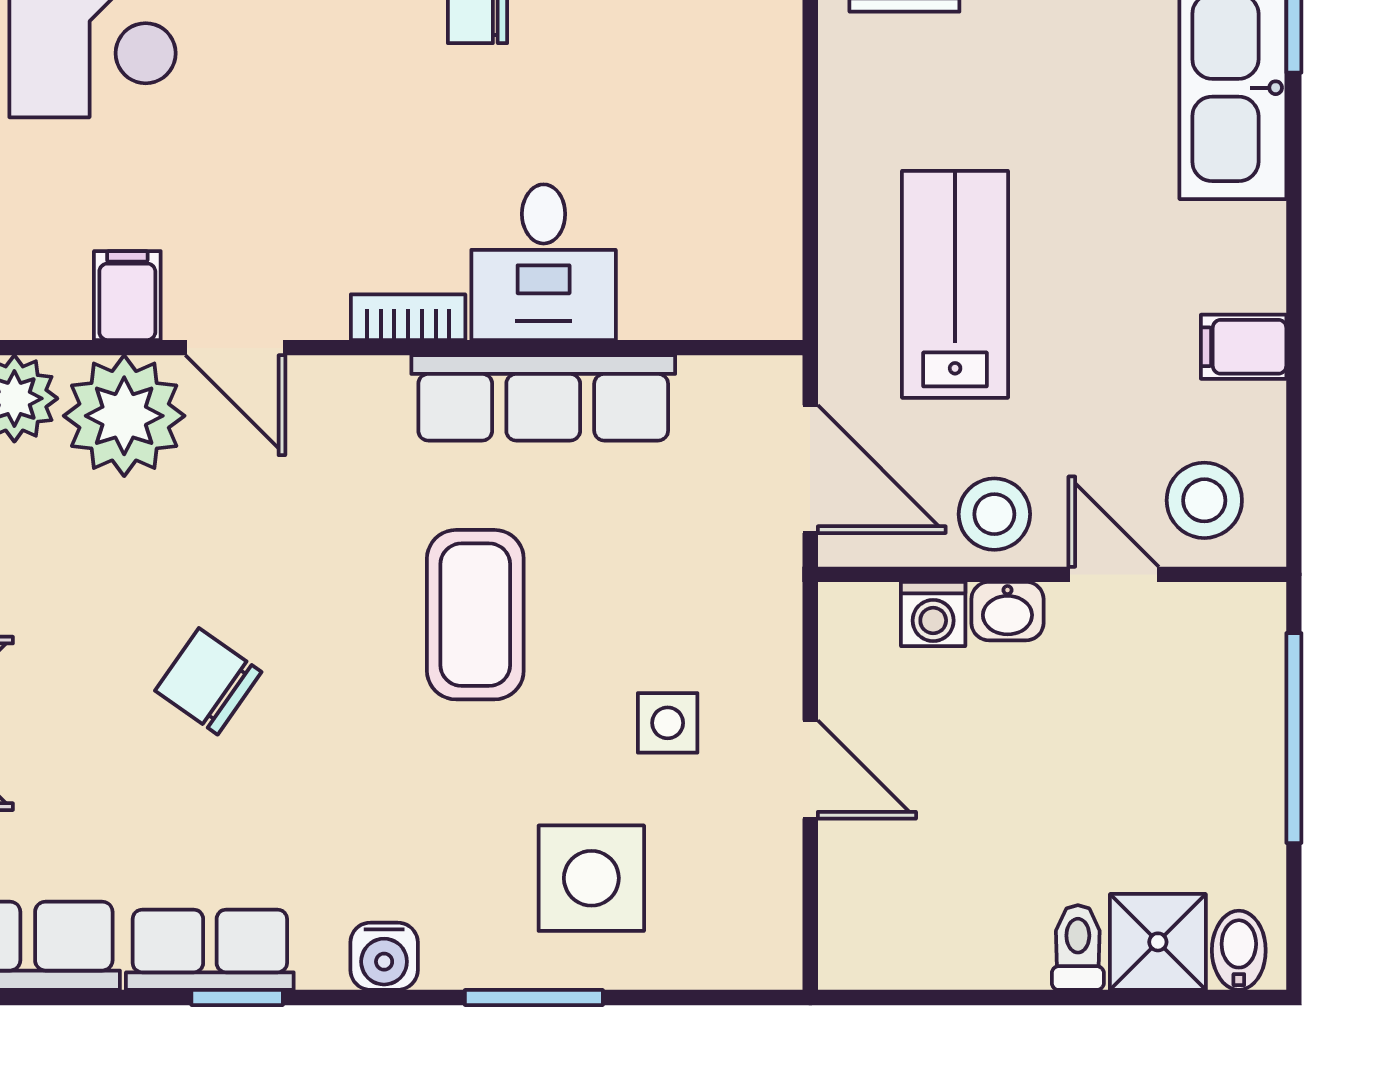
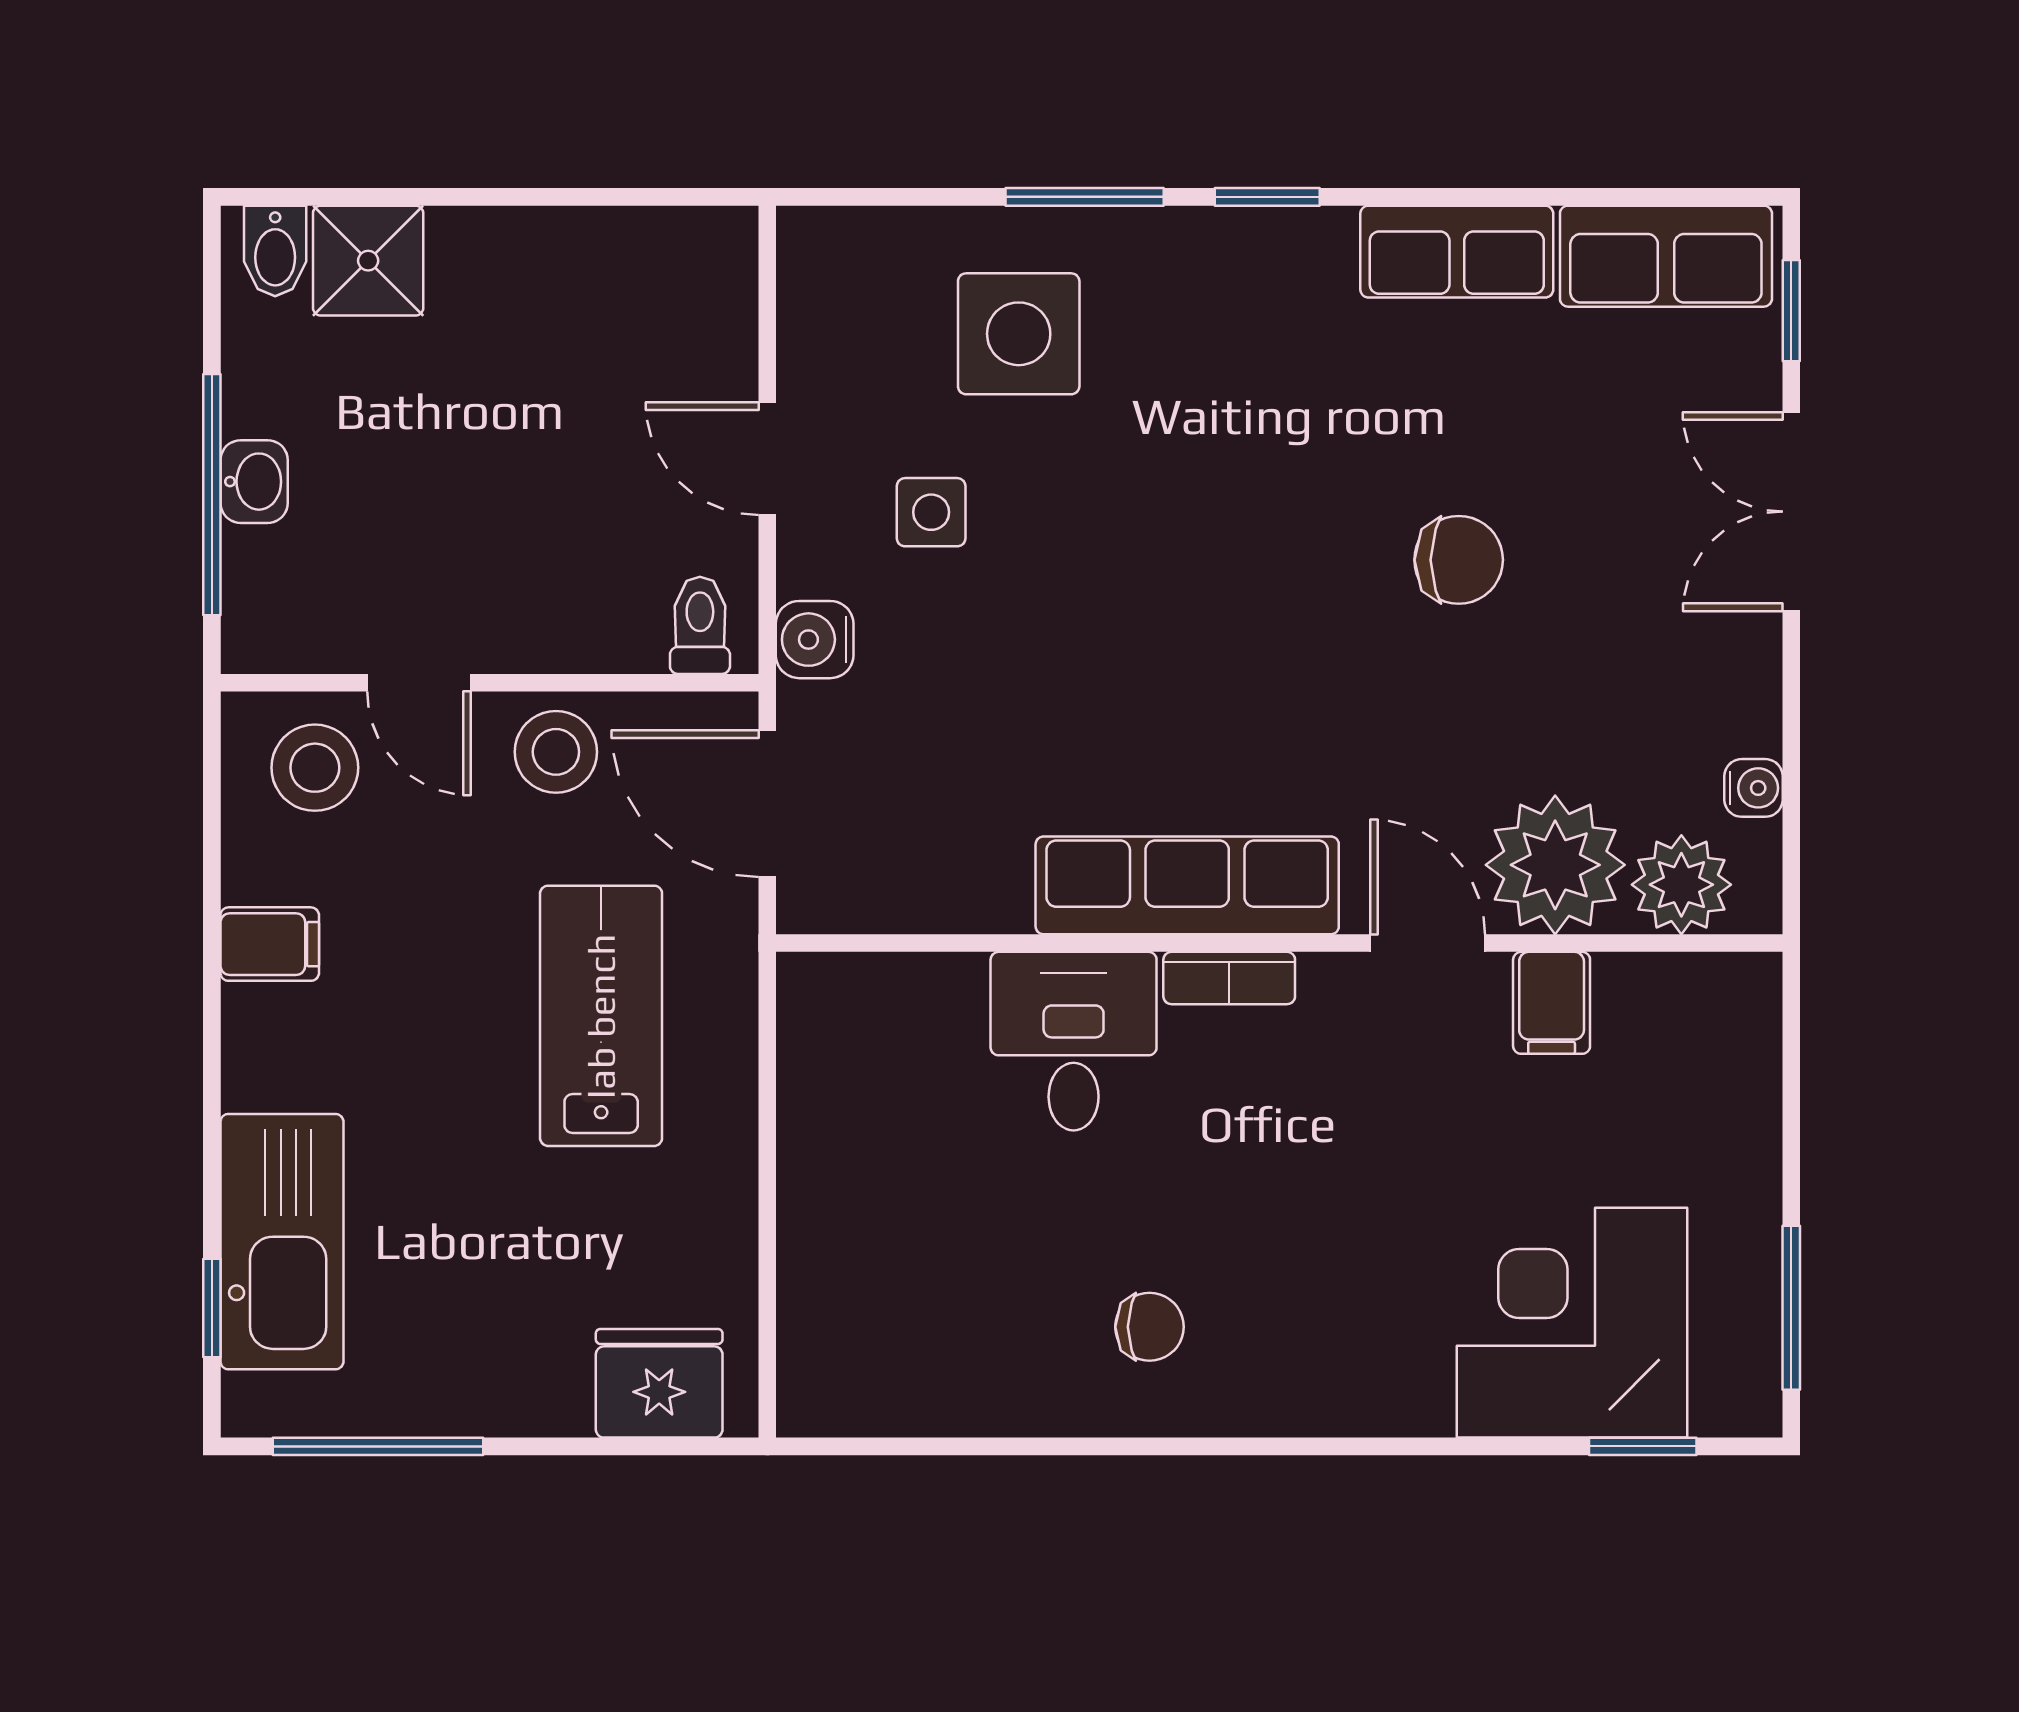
lab bench: (955, 284) -> (601, 1016), turned 180
row of seats: (543, 398) -> (1187, 885), moved
washbasin: (1007, 611) -> (254, 482), moved, turned 90
washing machine: (933, 614) -> (626, 637), removed
coffee table: (475, 615) -> (1152, 636), removed
chair: (208, 681) -> (1459, 560), turned -35
toilet: (1078, 948) -> (700, 625), moved, turned 180
water cooler: (384, 956) -> (815, 640), moved, turned -90
window: (237, 997) -> (1267, 197), moved

